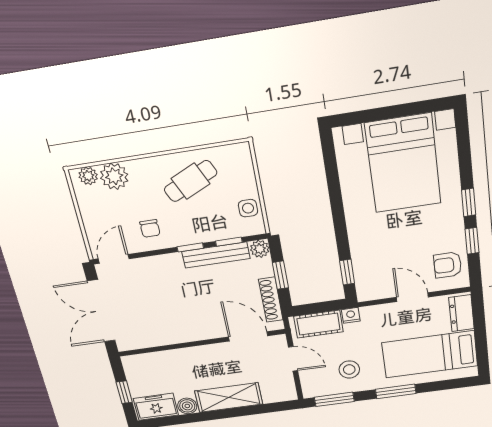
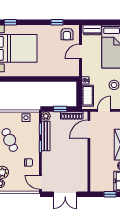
window: (469, 202) -> (10, 22), moved
window: (347, 272) -> (63, 79), removed
double door: (101, 311) -> (65, 194), width x0.73

